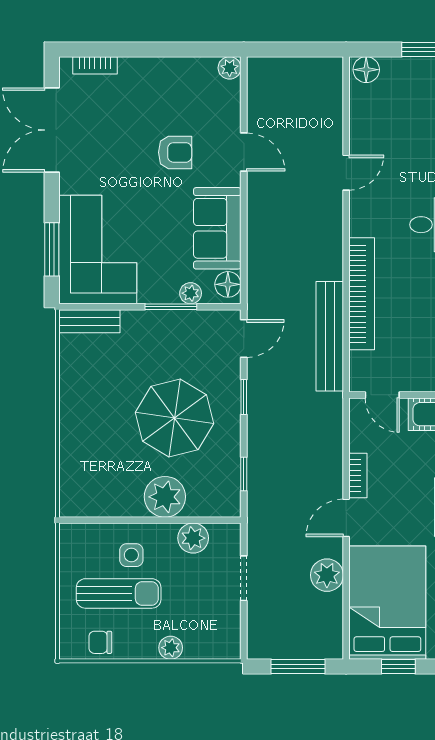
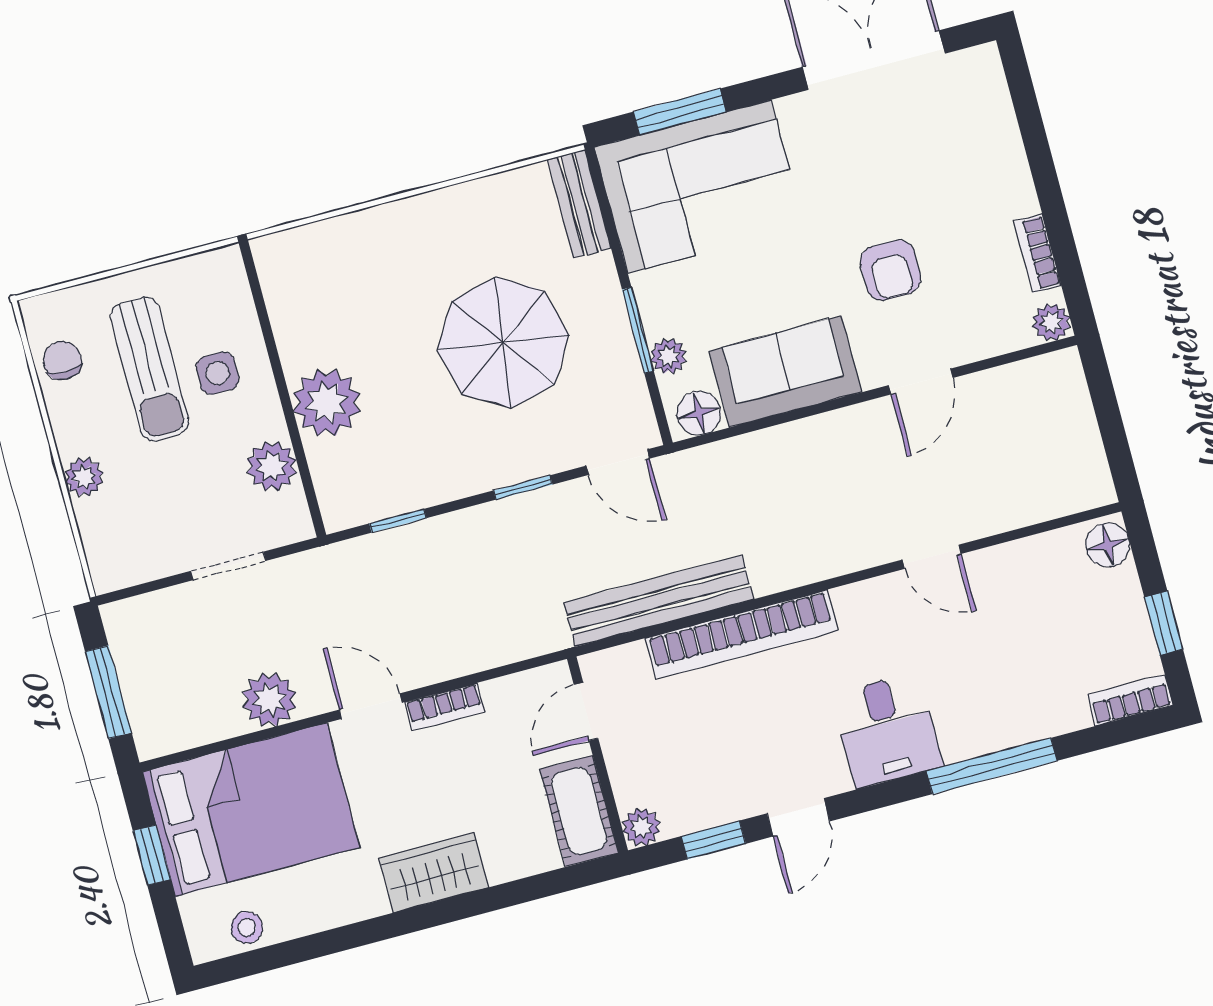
bookcase: (95, 65) -> (1037, 253), moved
parasol: (175, 418) -> (503, 343), moved

